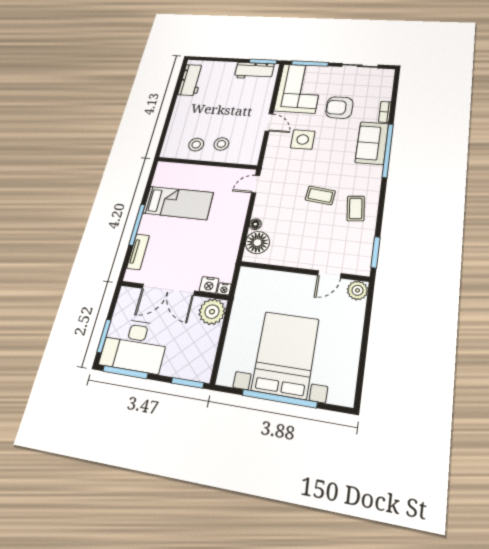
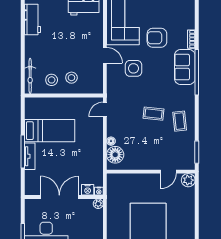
bicycle: (172, 138) -> (30, 76), added
tv unit: (138, 252) -> (30, 156), moved
double door: (168, 290) -> (59, 197), swing flipped
plant: (212, 312) -> (98, 204), width x0.53, depth x0.53

